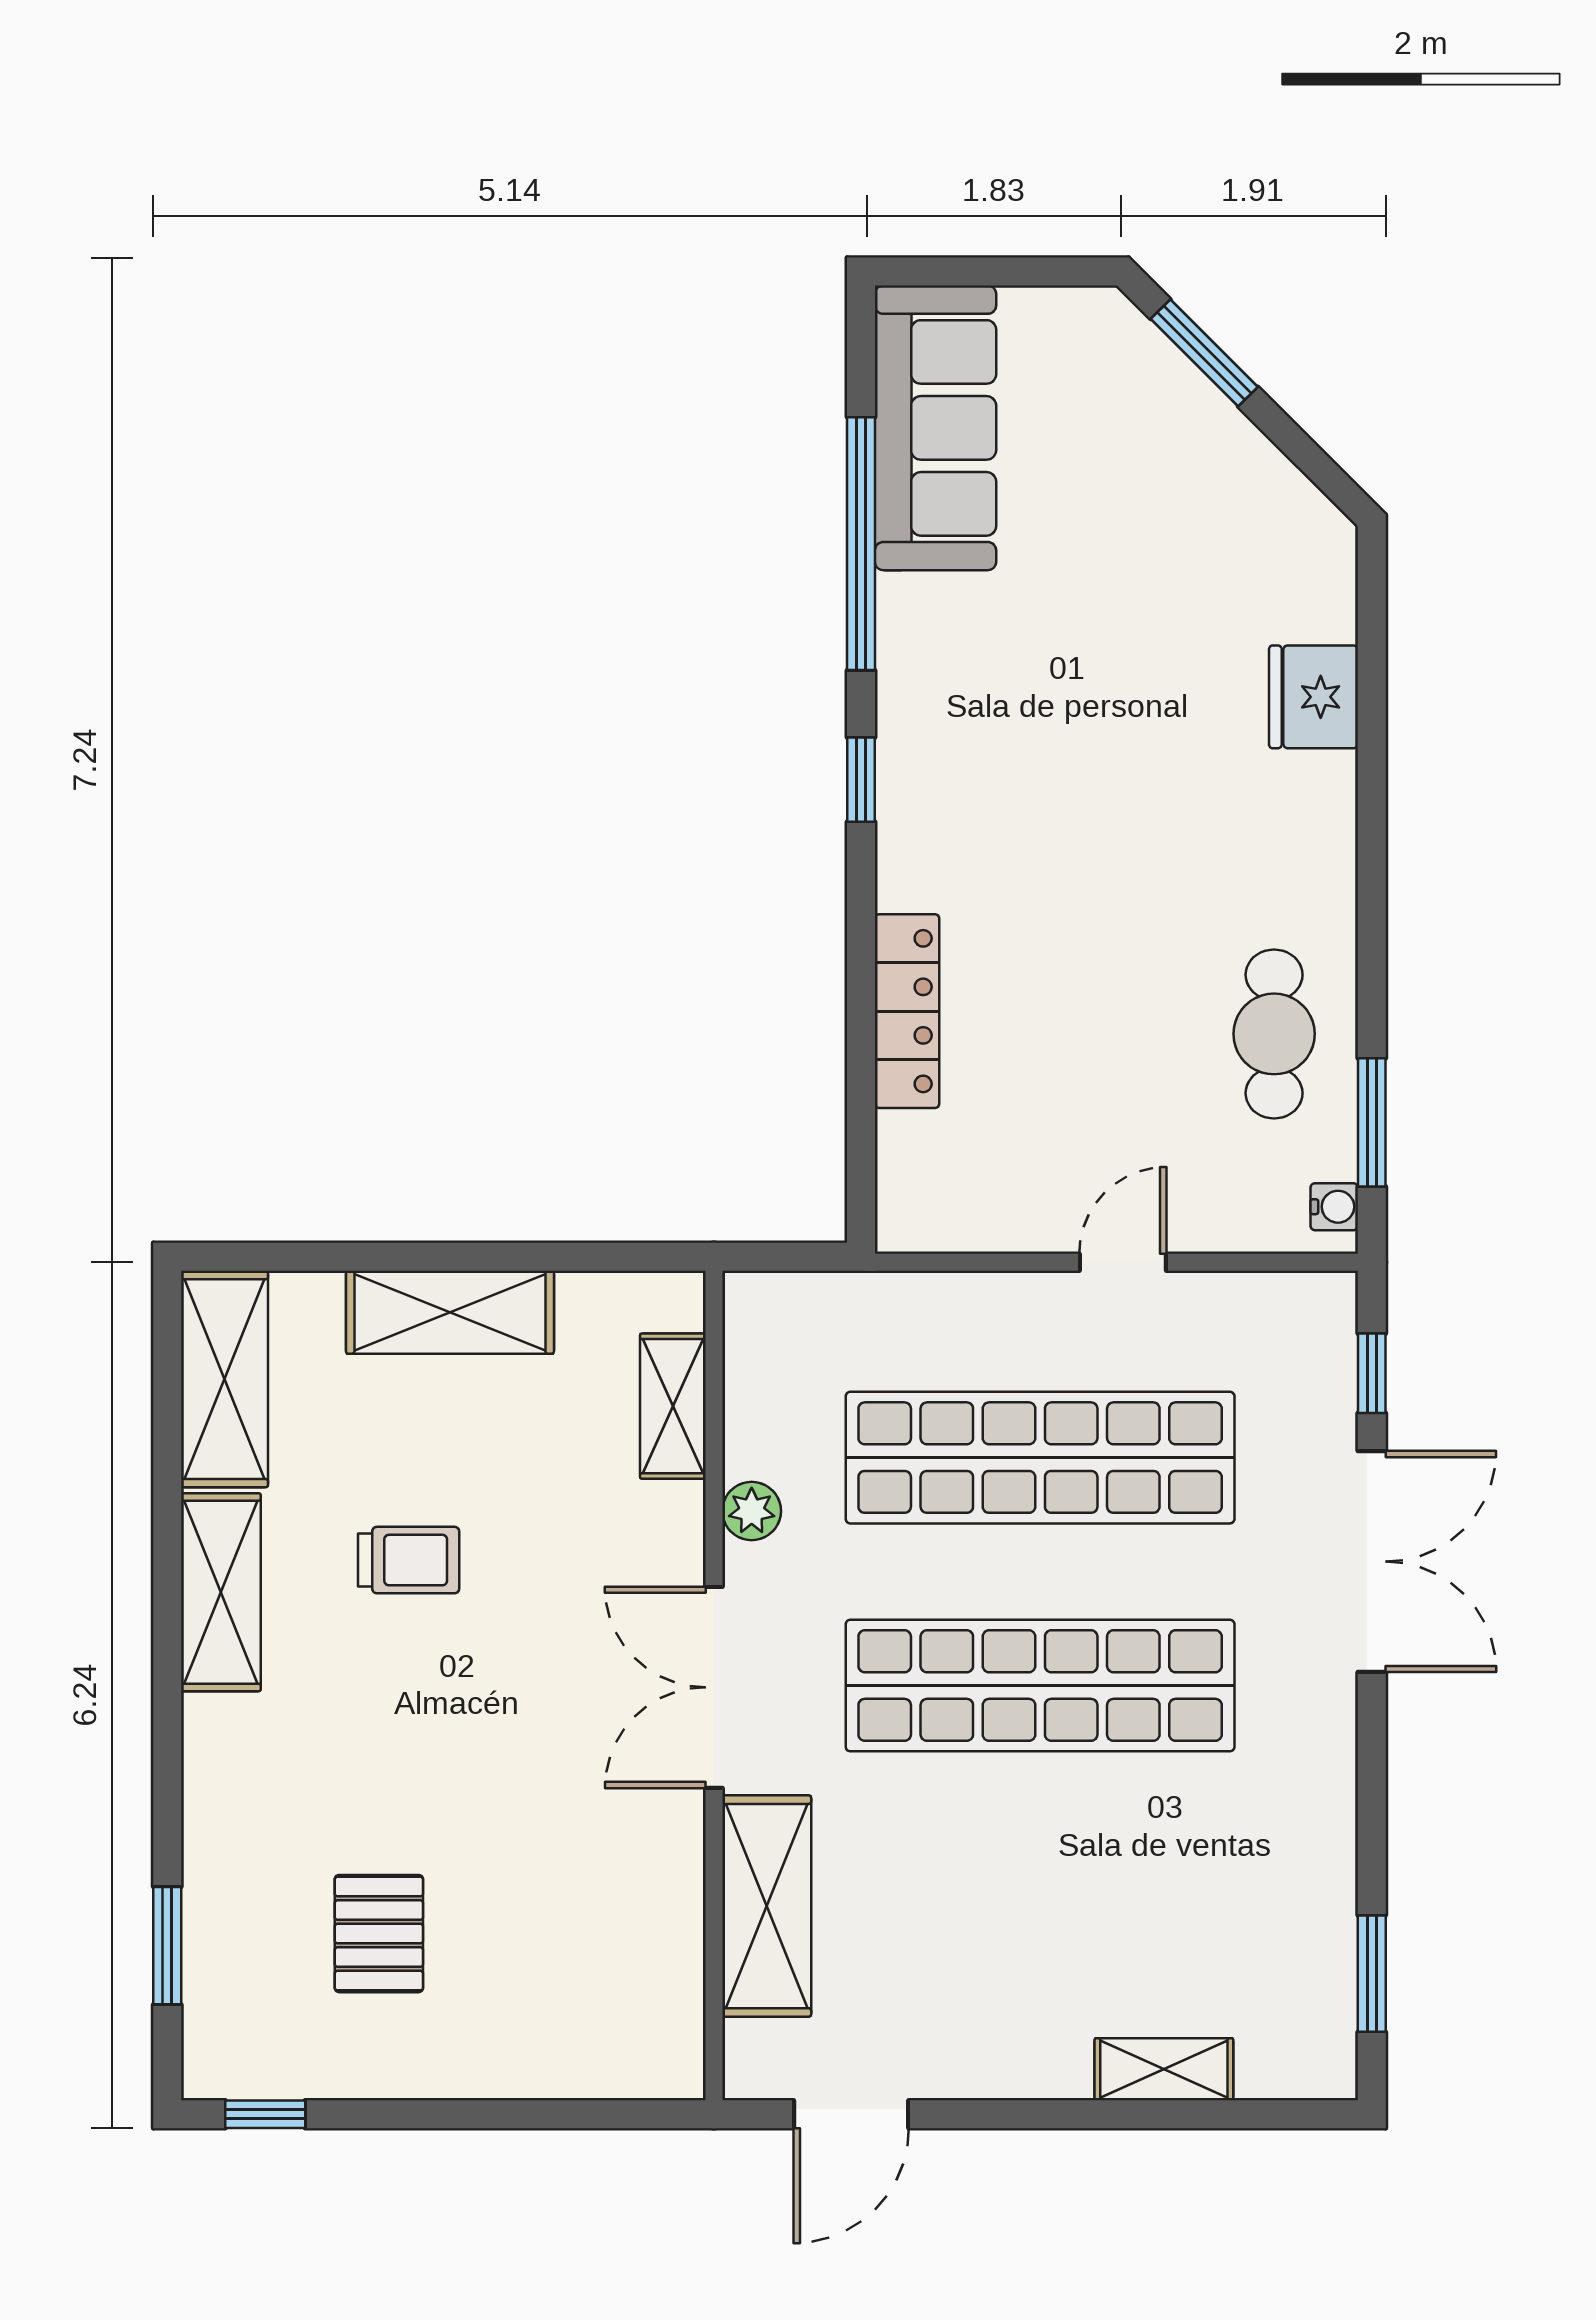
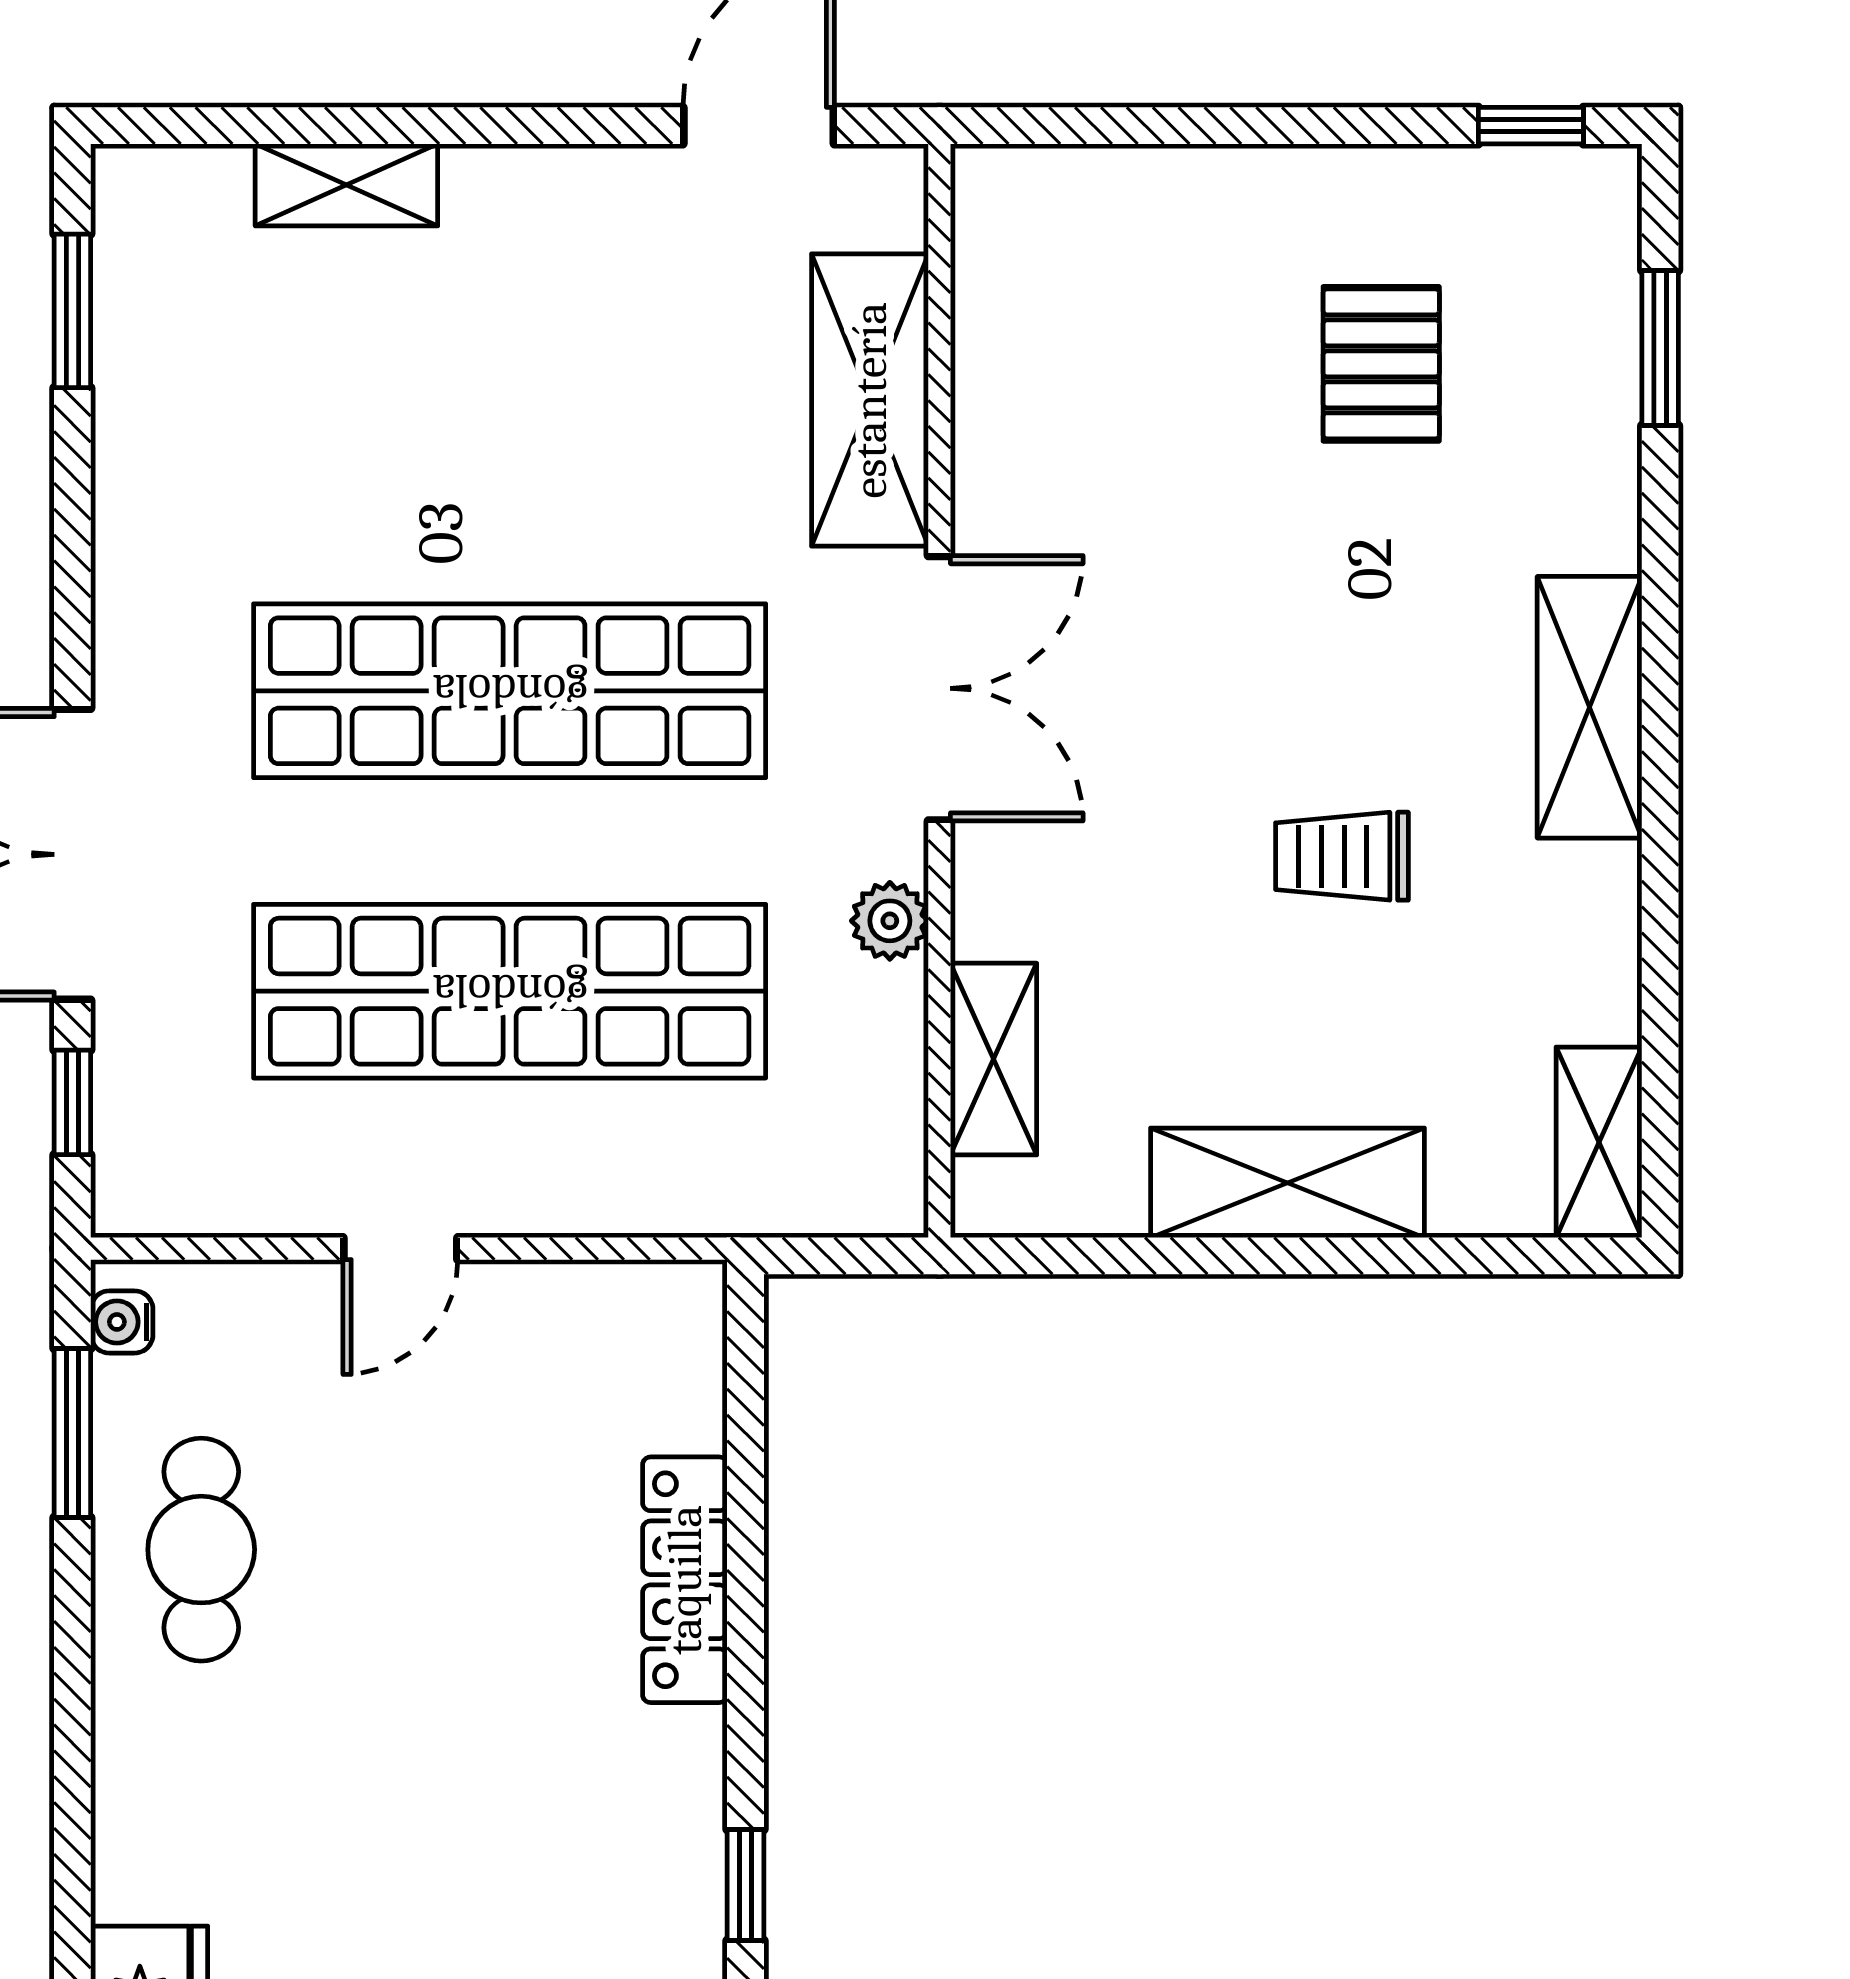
shelving: (225, 1379) -> (1599, 1142), width x0.67, depth x0.75
shelving: (221, 1592) -> (1589, 707), moved

